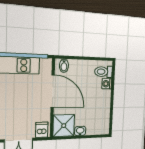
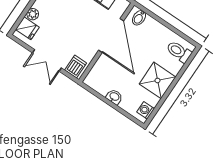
washing machine: (107, 84) -> (146, 110), moved
shower: (64, 126) -> (157, 80), moved

